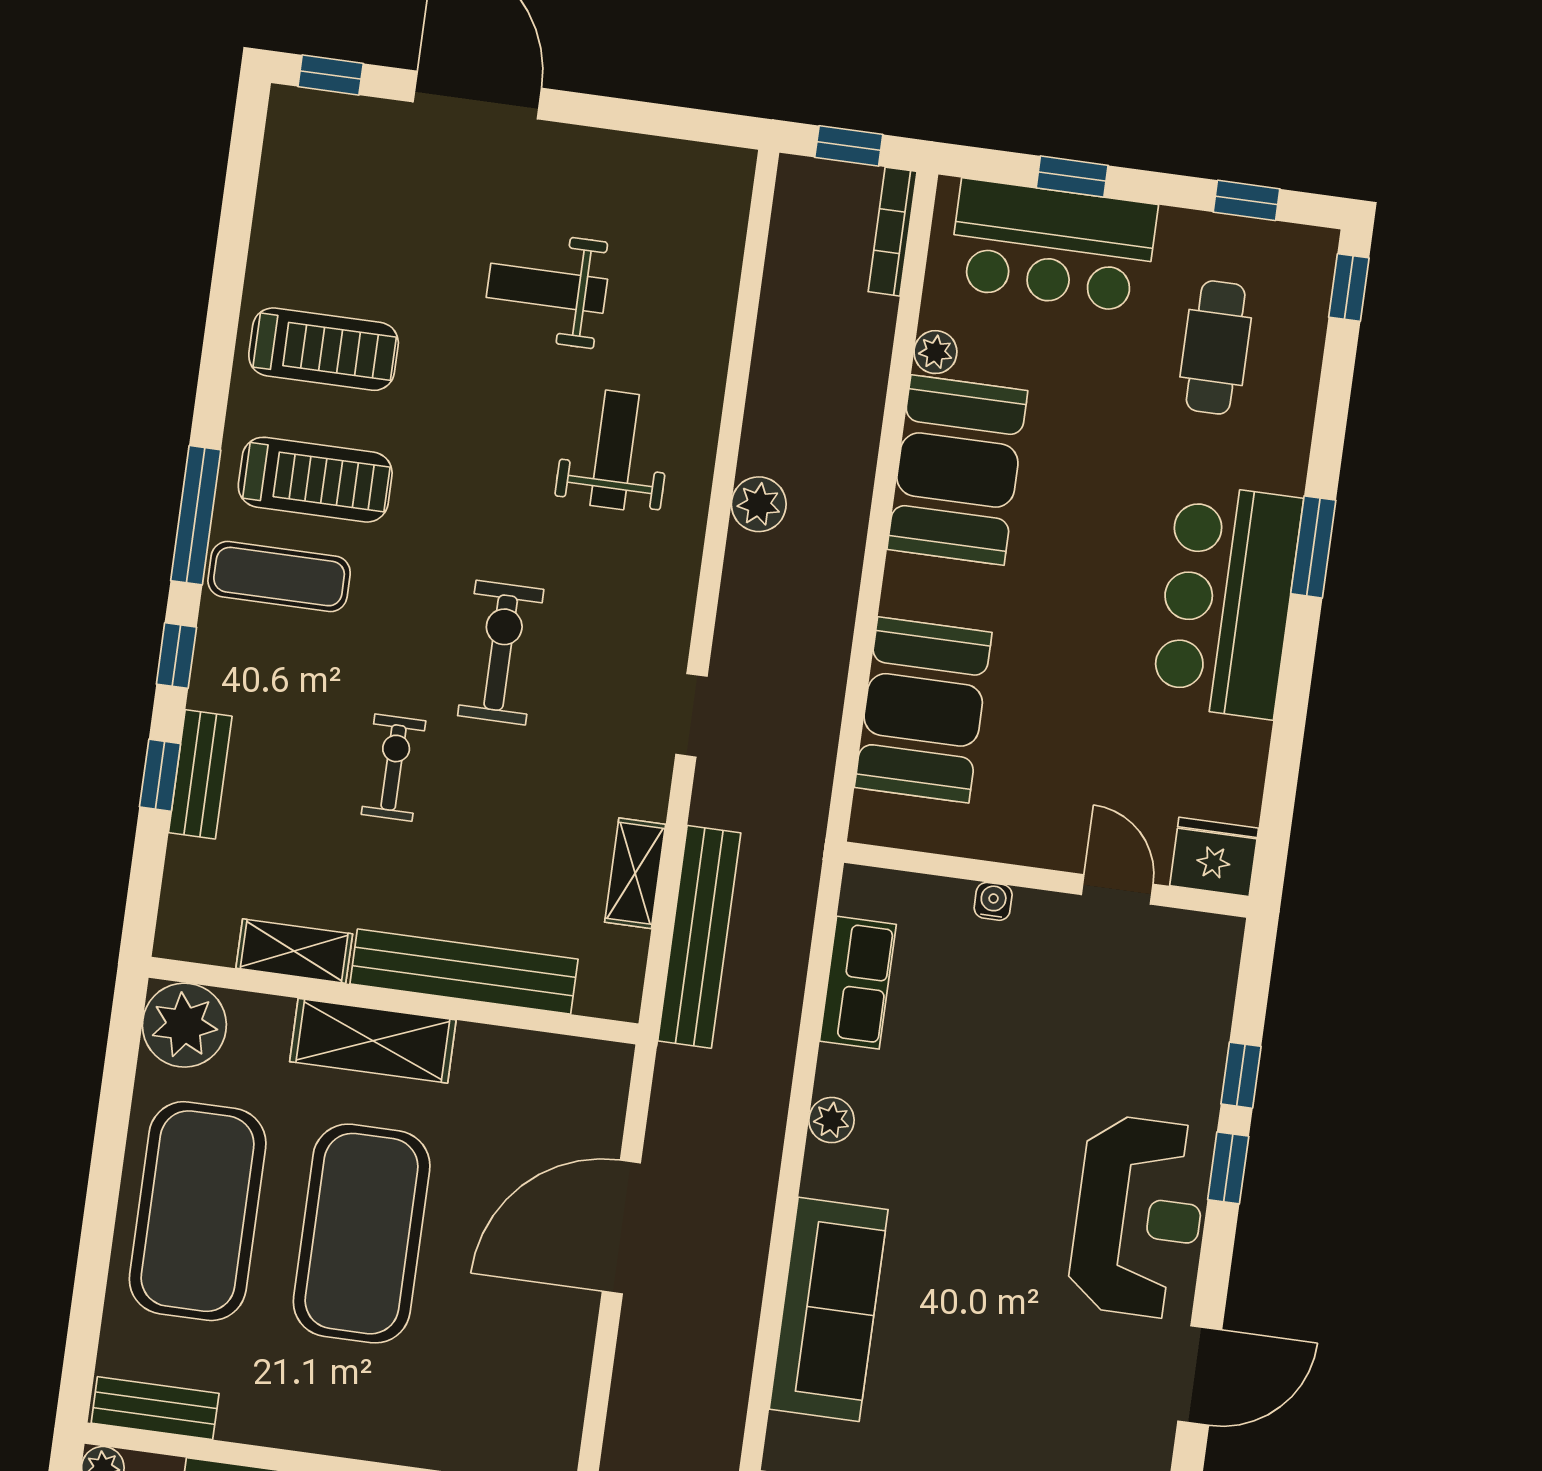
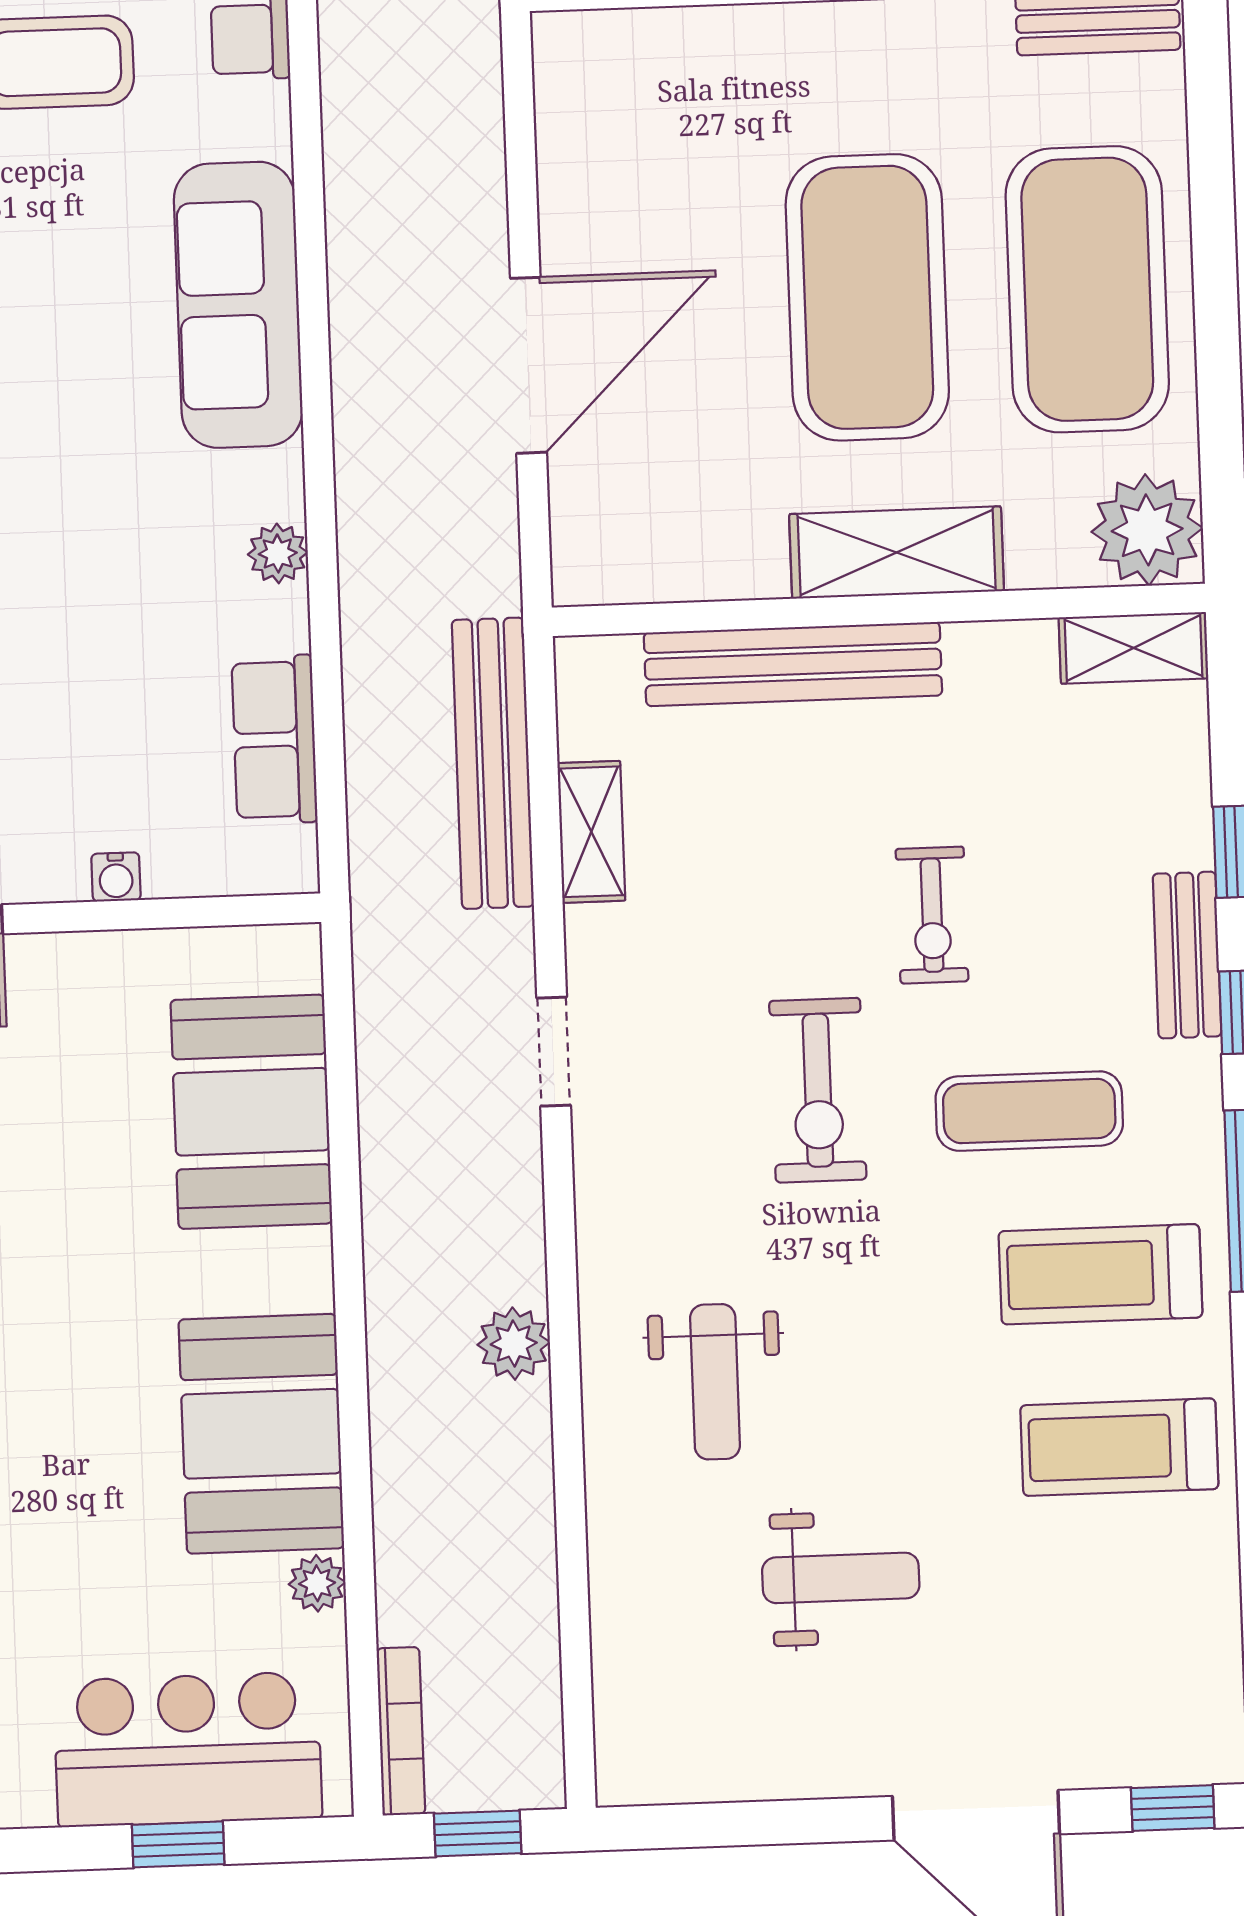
exercise mat: (279, 577) -> (1029, 1111), moved
bench: (200, 774) -> (1187, 955), moved
shelving: (294, 951) -> (1133, 648), moved

